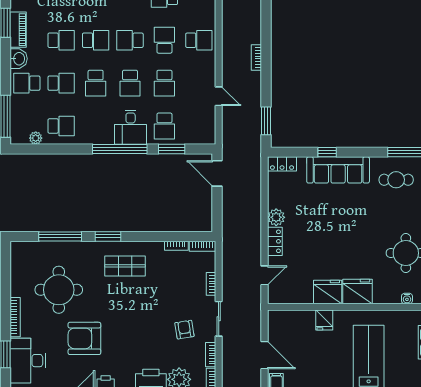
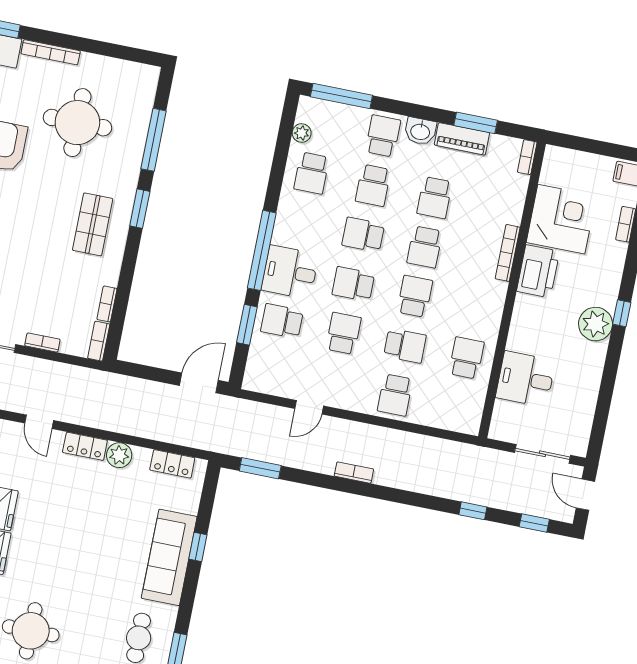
school desk: (164, 83) -> (343, 333), turned 90
locker: (282, 164) -> (172, 464), moved, turned -90

